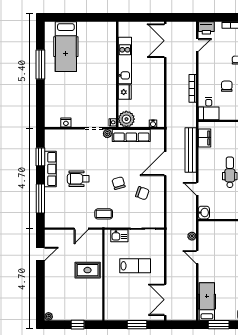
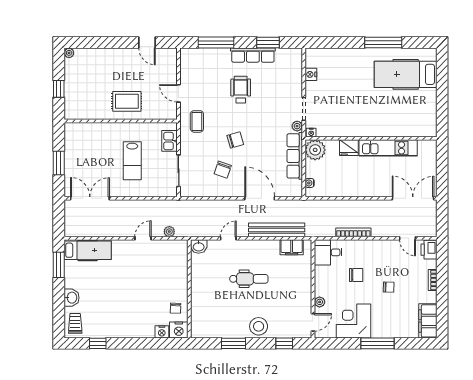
rug: (88, 270) -> (127, 101), turned 90

